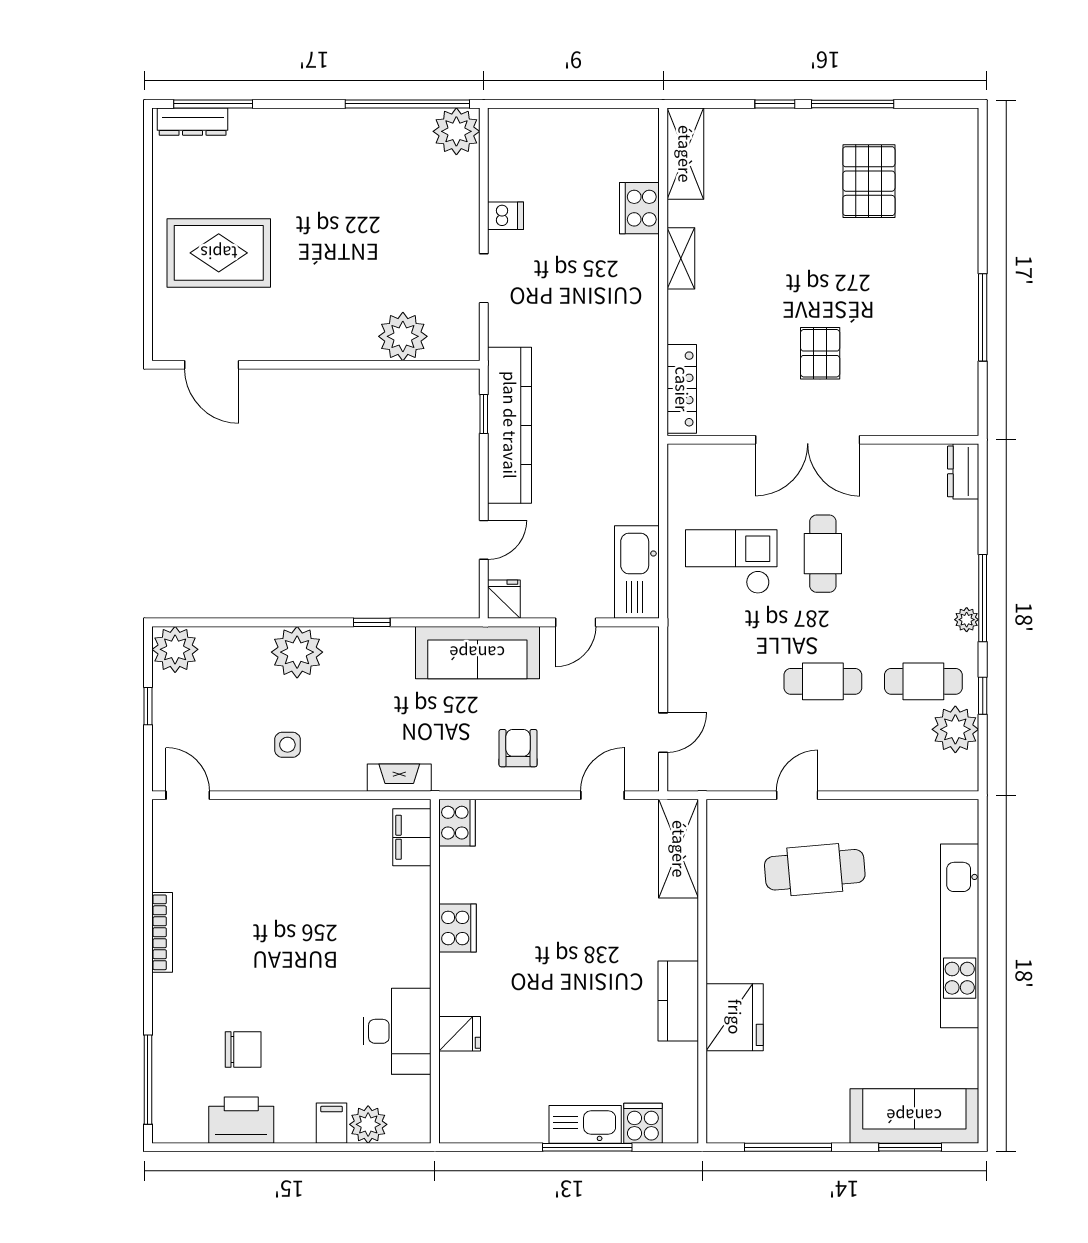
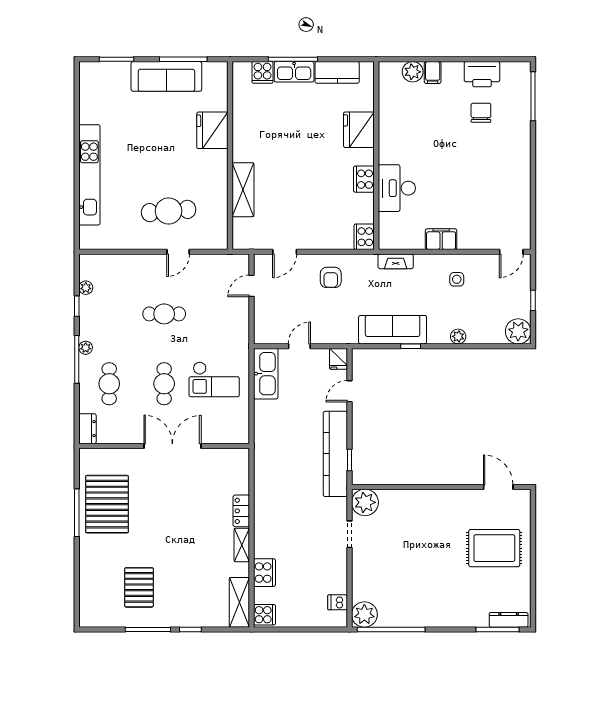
cooker: (639, 131) -> (264, 615), added
dishwasher: (506, 216) -> (338, 602), moved
plant: (403, 336) -> (365, 502), moved
pallet: (820, 353) -> (107, 504), moved, width x2.05, depth x2.00
locker: (682, 389) -> (241, 511), moved, width x0.66
plant: (297, 652) -> (458, 336), width x0.53, depth x0.53
sofa: (477, 653) -> (393, 330), moved
cafe table: (923, 681) -> (109, 384), moved, turned 90
plant: (955, 729) -> (86, 288), width x0.53, depth x0.53
door: (188, 795) -> (511, 252), hinge flipped
filing cabinet: (412, 837) -> (441, 239), moved, turned -90
shelving: (679, 849) -> (243, 190), moved
bookcase: (162, 932) -> (525, 177), removed
kitchen counter: (678, 1001) -> (337, 72), moved, turned 90
desk: (397, 1031) -> (397, 188), moved
fridge: (460, 1034) -> (359, 130), width x1.88, depth x1.34
chair: (243, 1049) -> (481, 113), turned 90
sofa: (914, 1116) -> (166, 76), moved

